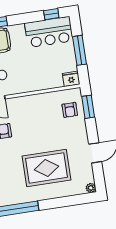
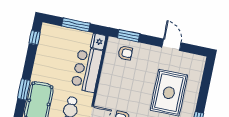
bar counter: (49, 32) -> (87, 70), moved, turned 180
plant: (91, 188) -> (201, 60), removed

